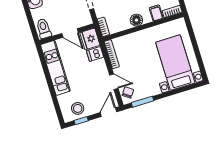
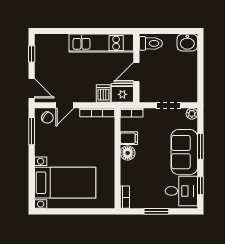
filing cabinet: (156, 13) -> (129, 138), moved
stool: (78, 108) -> (47, 54), removed

